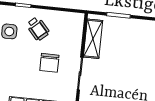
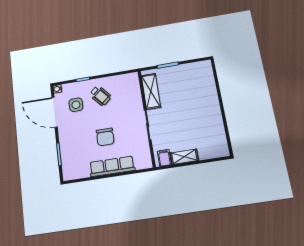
chair: (49, 63) -> (105, 137), moved

